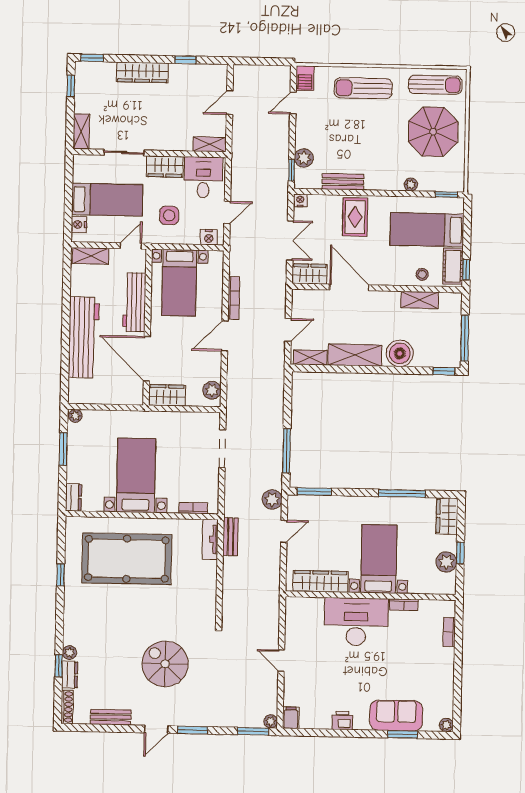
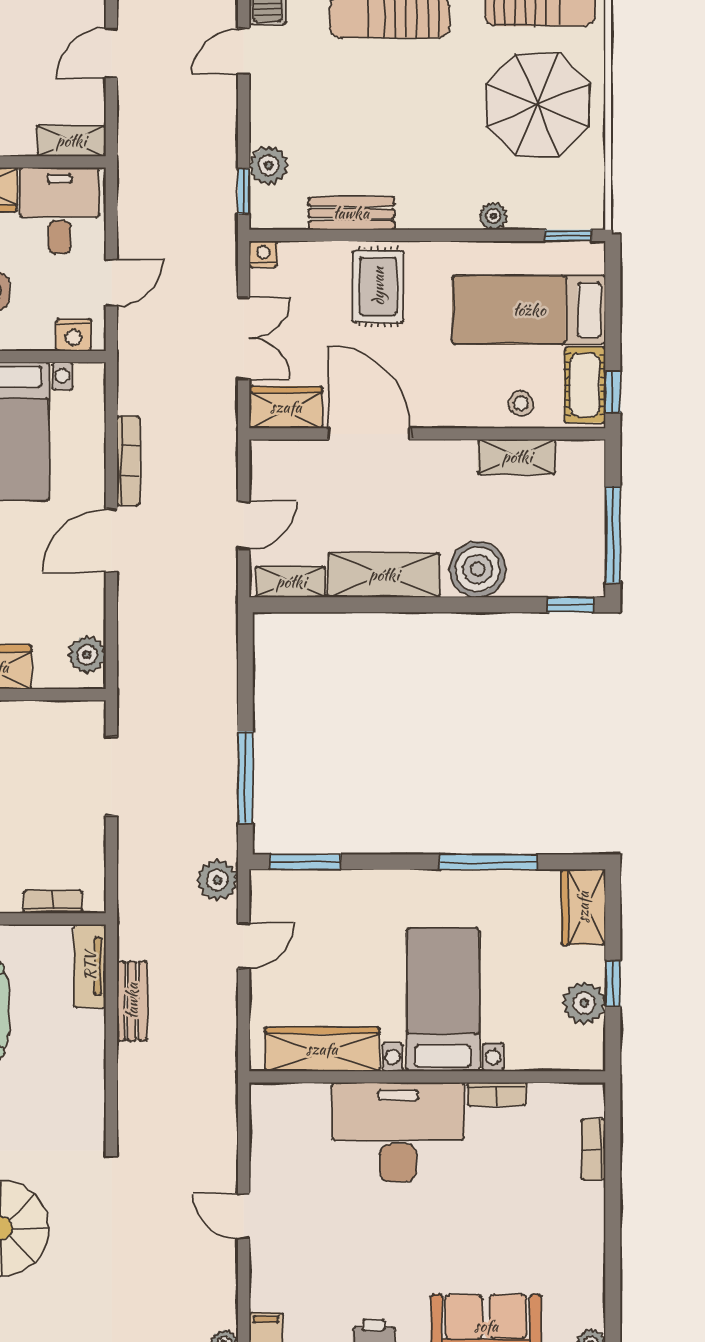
bench: (230, 537) -> (132, 1001), moved

